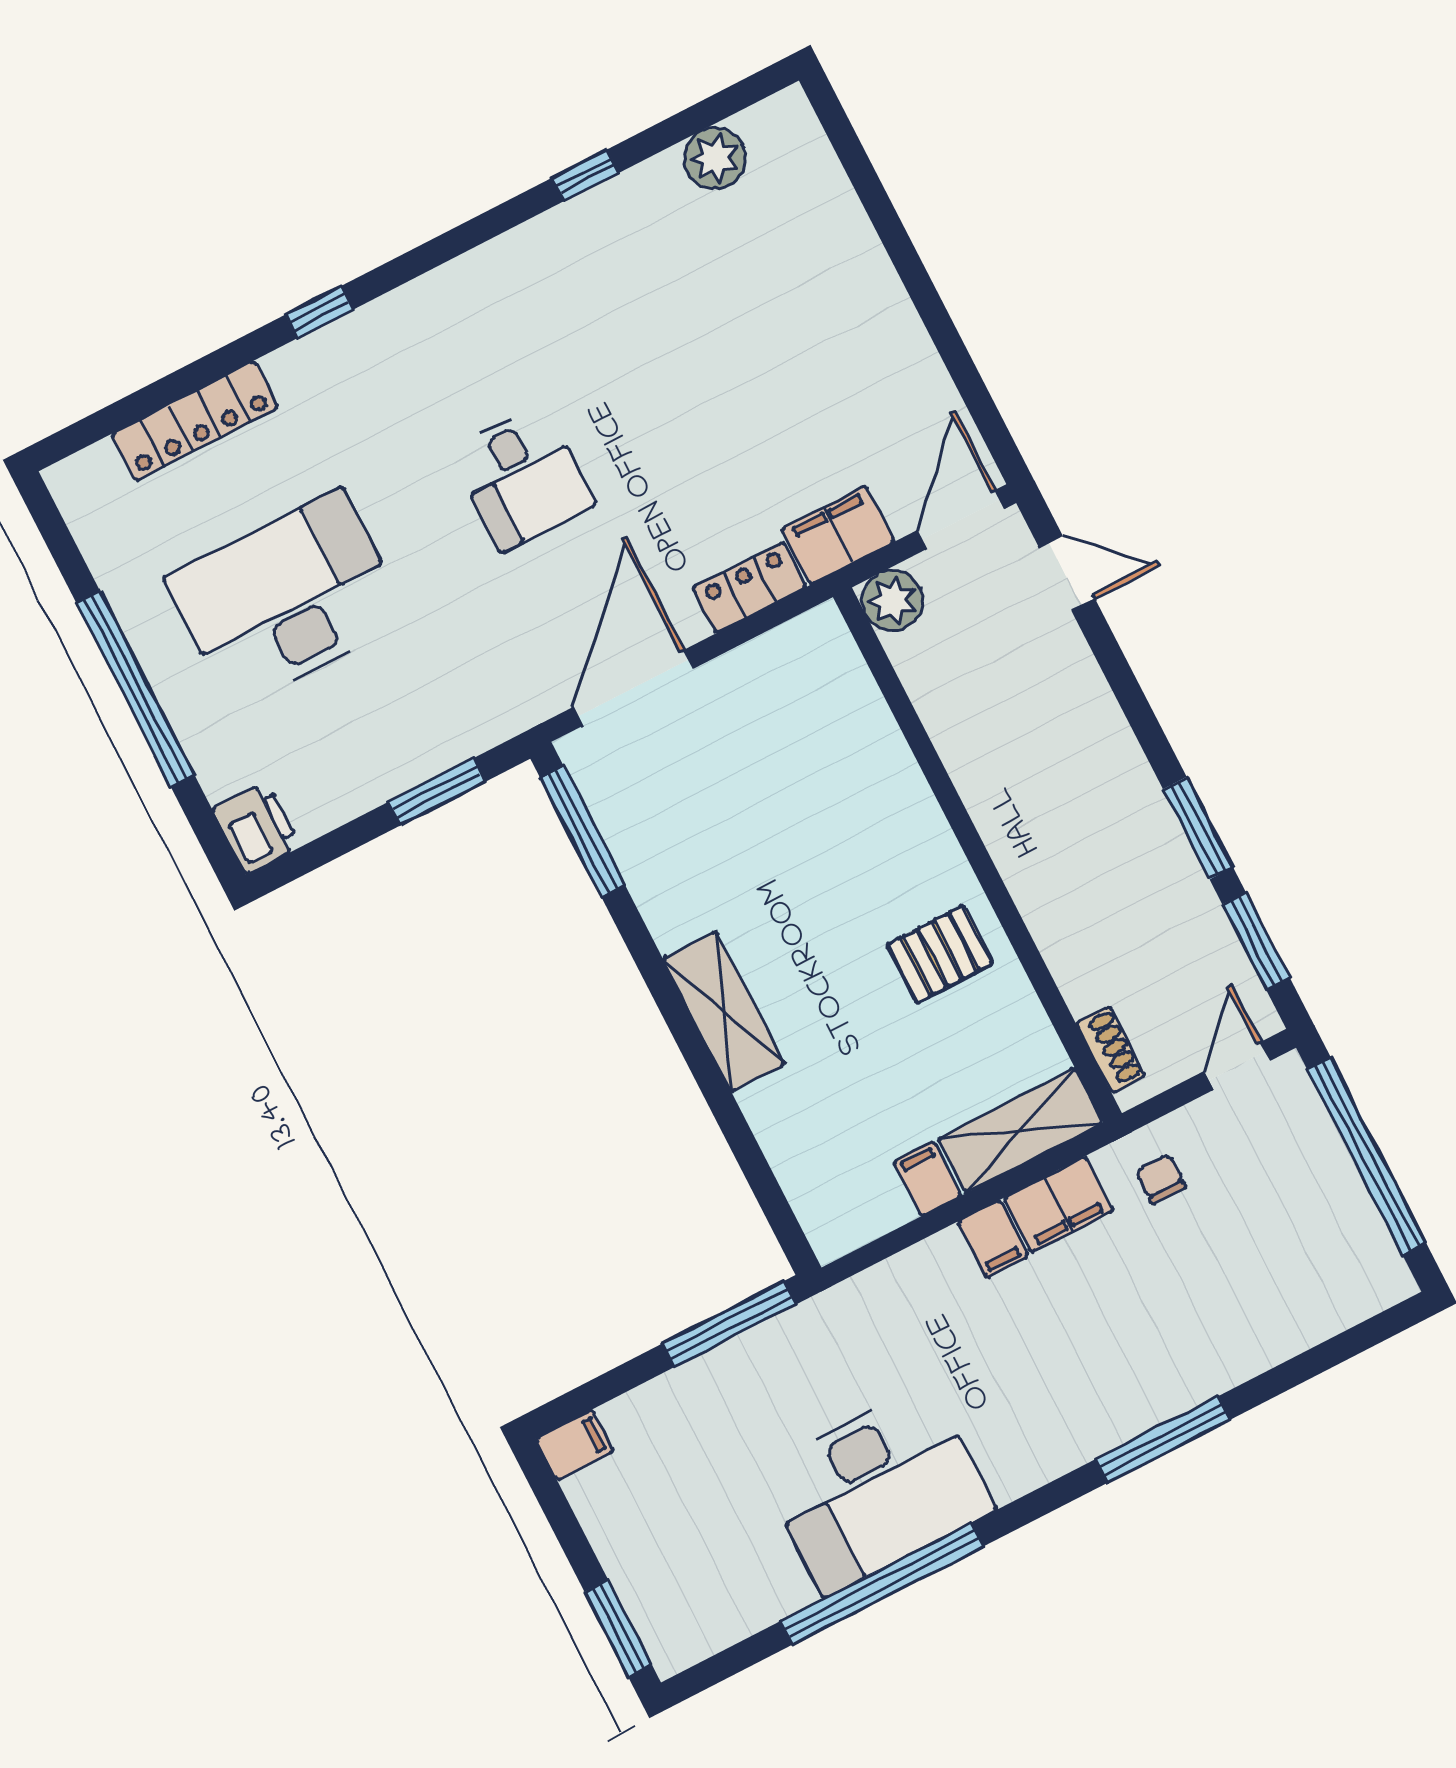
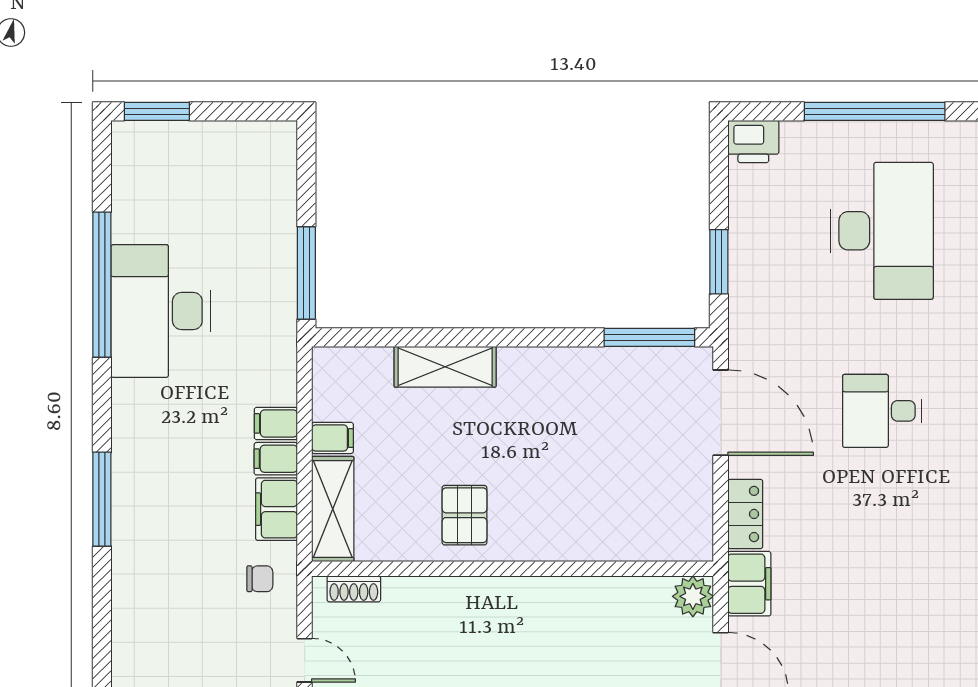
shelving: (724, 1011) -> (445, 367), moved
filing cabinet: (574, 1445) -> (276, 423), moved, turned 90

